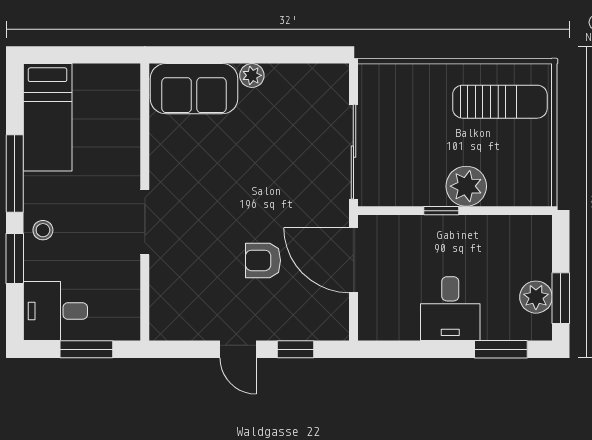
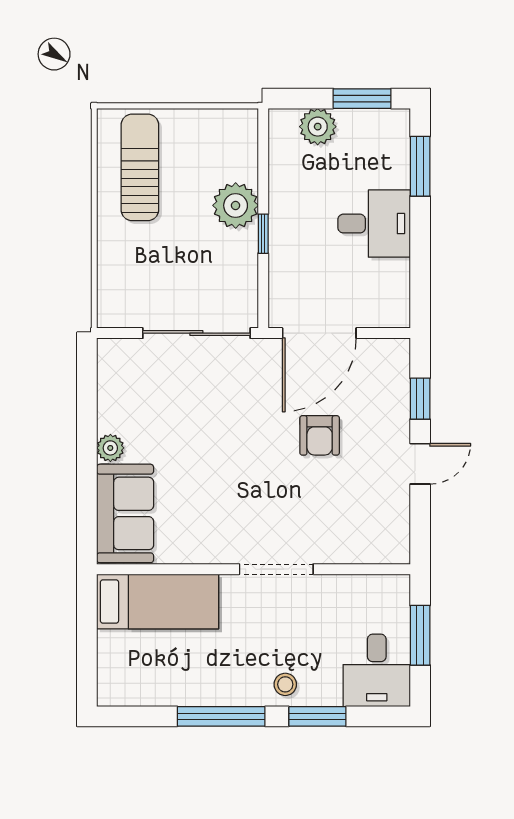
bed: (48, 117) -> (158, 601), moved
plant: (536, 297) -> (318, 127), moved

